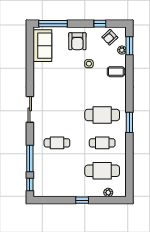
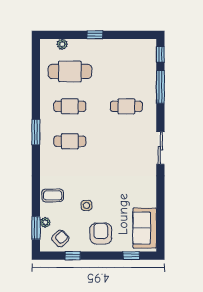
window: (53, 24) -> (131, 256), width x0.46
cafe table: (102, 115) -> (70, 141), width x0.73, depth x0.74

